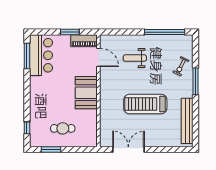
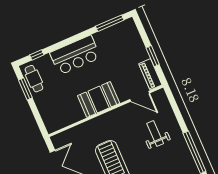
bar counter: (41, 55) -> (75, 55), moved
door: (98, 57) -> (140, 96), hinge flipped
cafe table: (63, 128) -> (34, 79), moved

